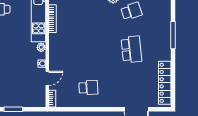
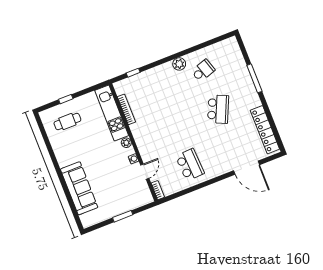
school desk: (131, 49) -> (218, 109), turned 30
school desk: (88, 88) -> (190, 165), width x1.85

